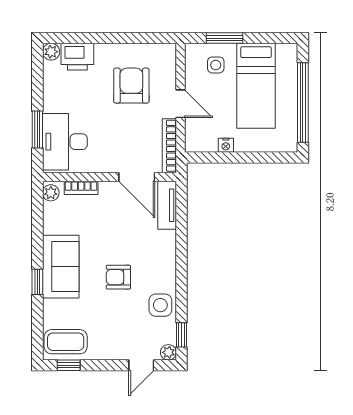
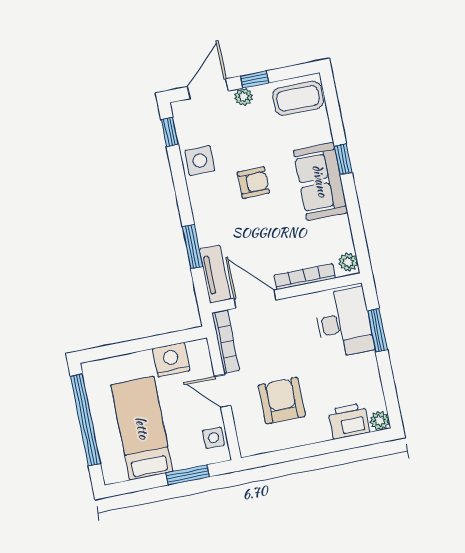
side table: (216, 65) -> (214, 438), moved
armchair: (131, 86) -> (282, 401), turned 180
nightstand: (226, 145) -> (171, 360), width x1.89, depth x1.79
bookcase: (81, 188) -> (305, 277), width x1.56
window: (181, 233) -> (193, 247), added
plant: (168, 352) -> (244, 97), moved
window: (69, 365) -> (255, 79), moved
door: (141, 365) -> (208, 89), width x1.38

